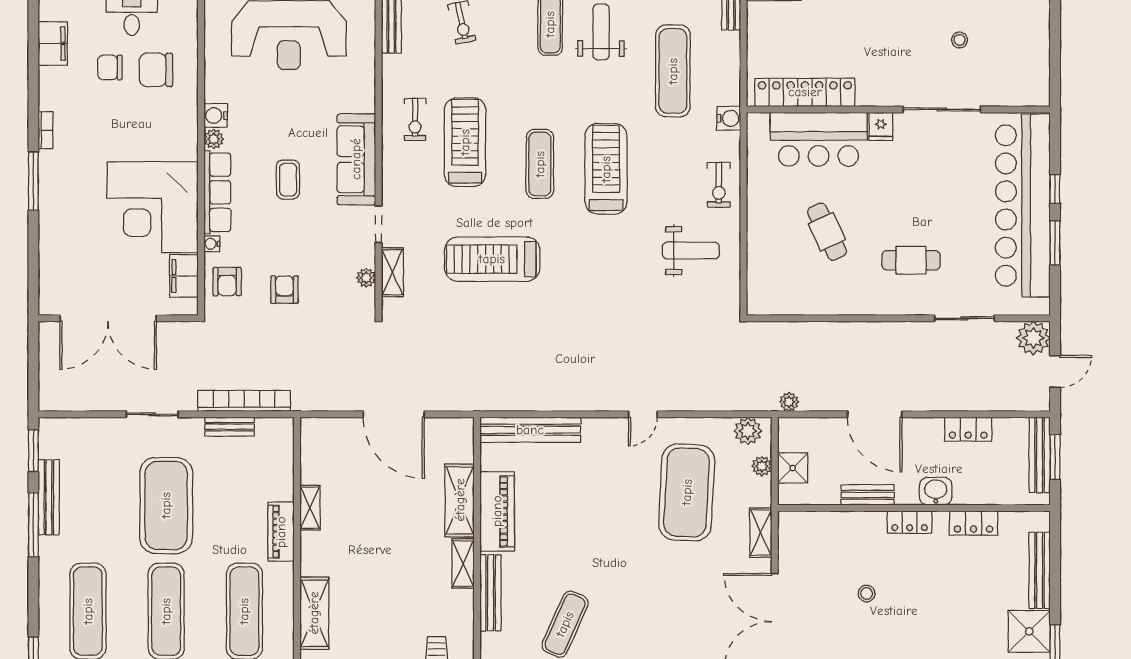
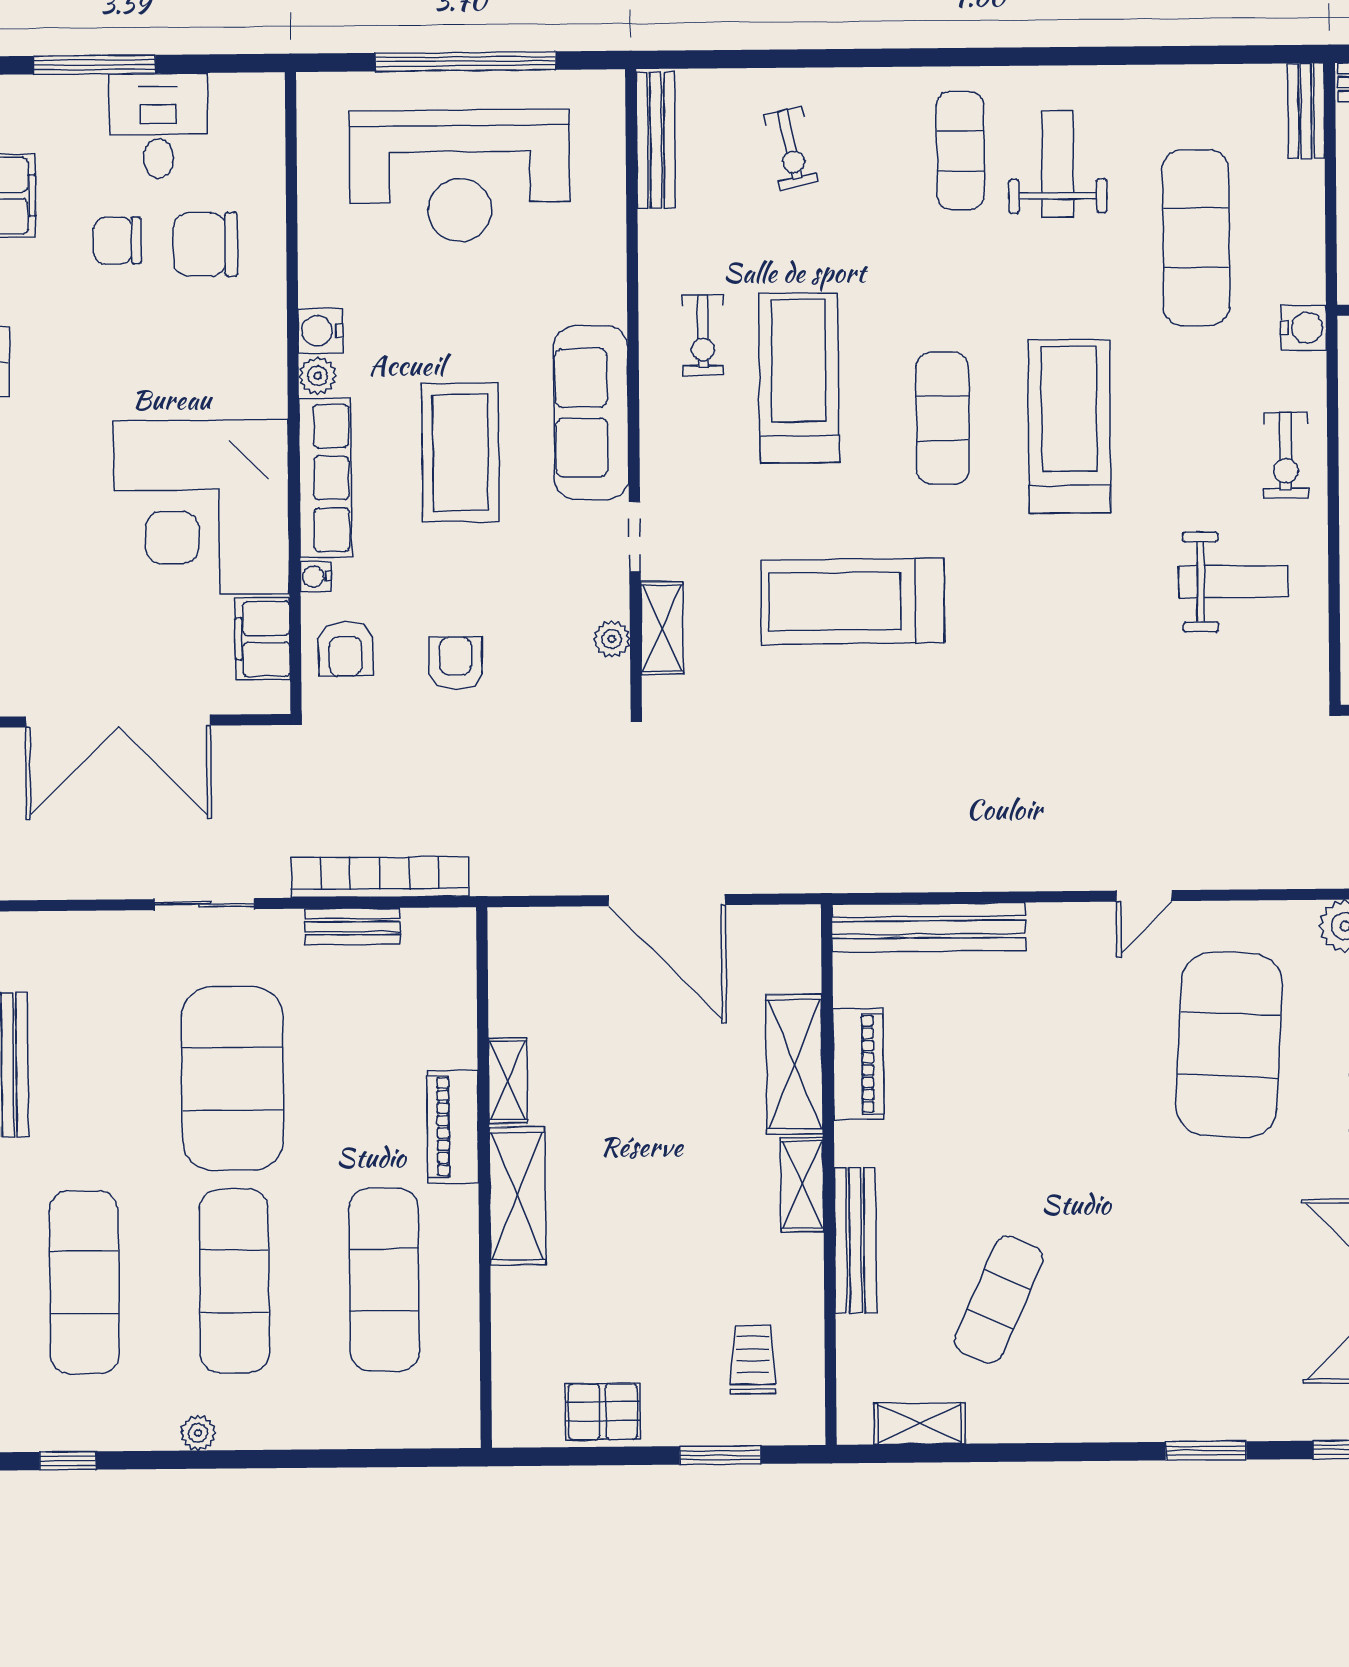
coffee table: (288, 180) -> (460, 452), width x1.86, depth x1.72
piano: (497, 511) -> (858, 1064), width x0.73, depth x0.75
shelving: (314, 613) -> (517, 1196), moved

